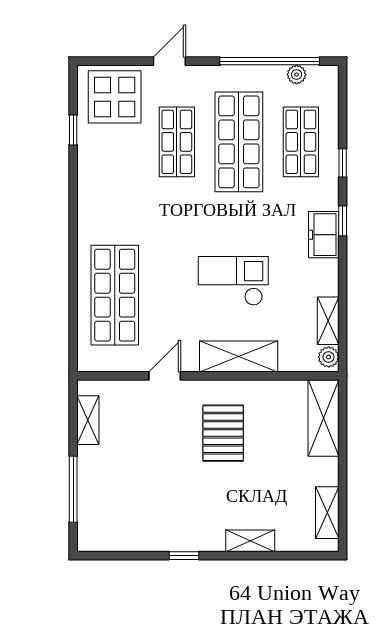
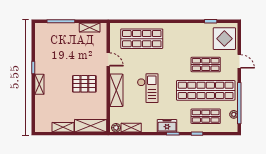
shop shelf: (239, 142) -> (206, 90), width x1.40
shelving: (327, 513) -> (63, 127), moved
shelving: (250, 541) -> (39, 84), moved

